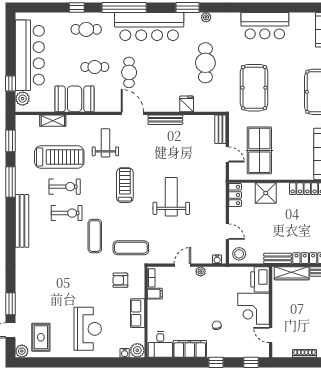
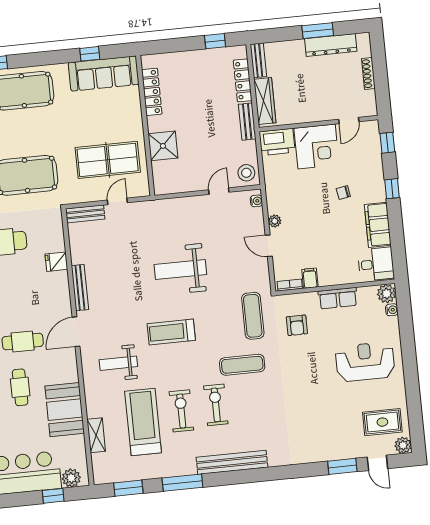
locker: (235, 195) -> (170, 186), removed

